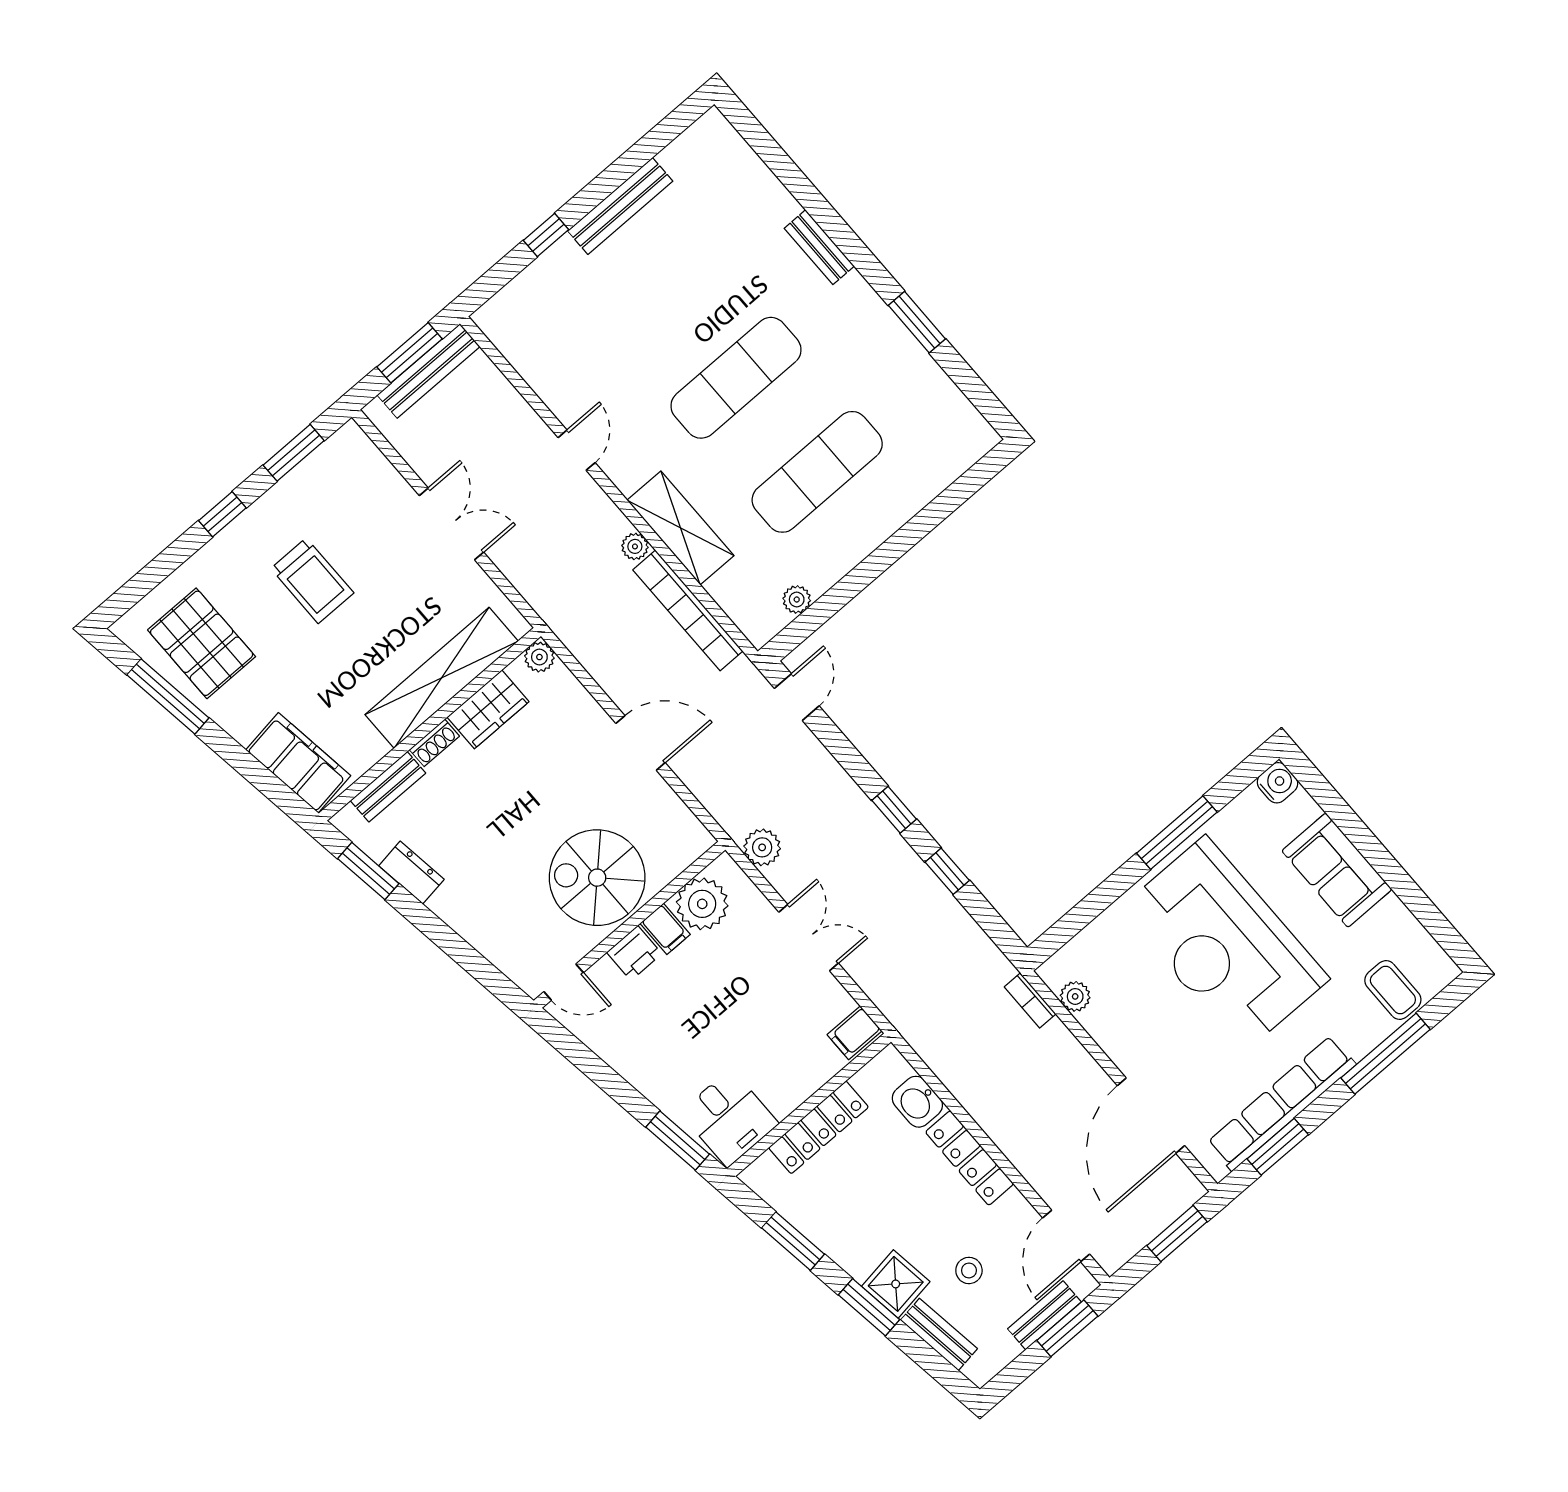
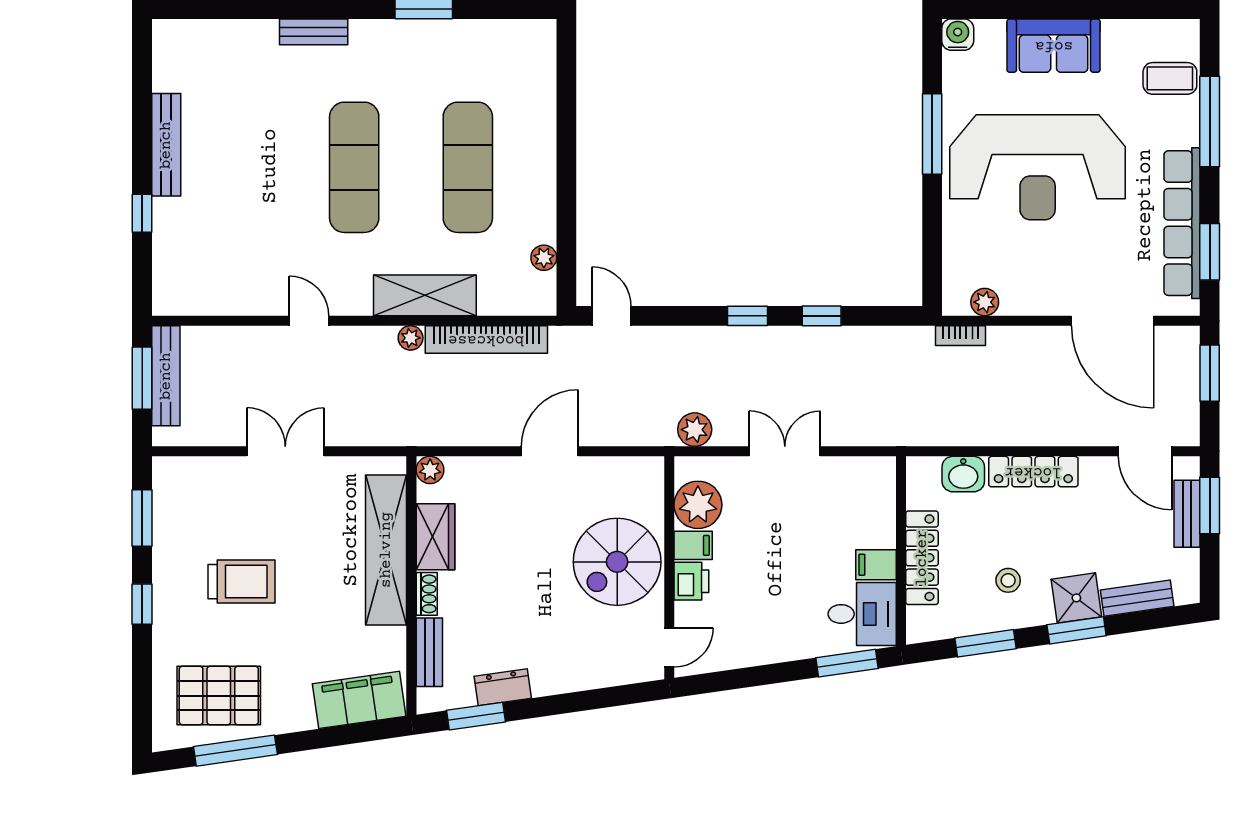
filing cabinet: (855, 1033) -> (876, 565), moved, turned 90
stool: (969, 1270) -> (1008, 580), moved

